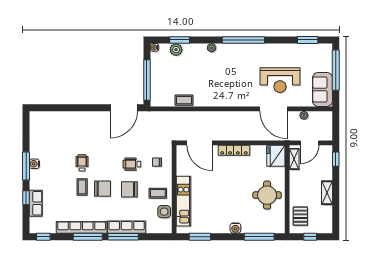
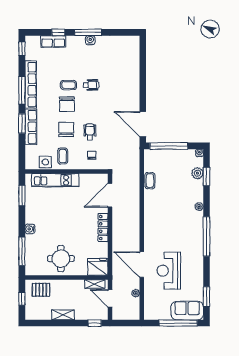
sofa: (322, 89) -> (187, 311), moved
door: (273, 109) -> (142, 265), hinge flipped
window: (123, 237) -> (22, 124), width x0.69

